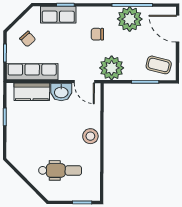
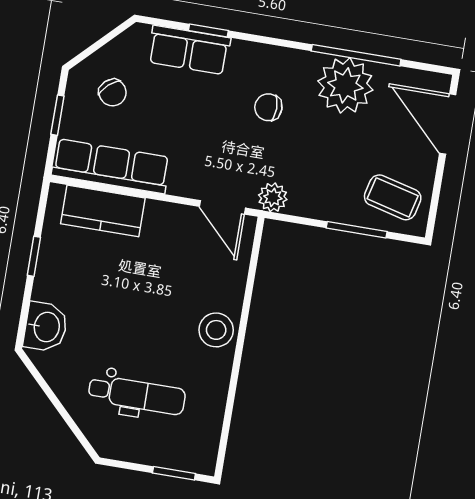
plant: (112, 68) -> (273, 197), width x0.53, depth x0.53
washbasin: (61, 92) -> (46, 327), moved, turned -90

